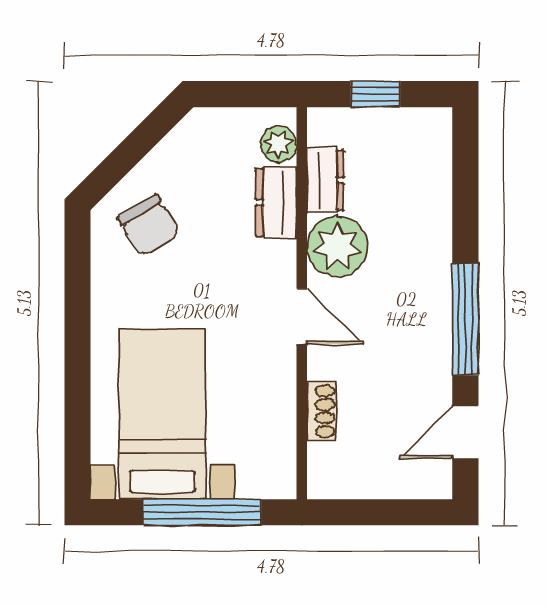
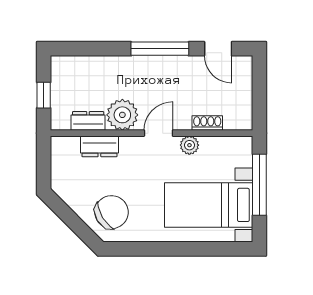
plant: (278, 144) -> (189, 145), moved
chair: (149, 226) -> (112, 212), width x1.37, depth x1.37

